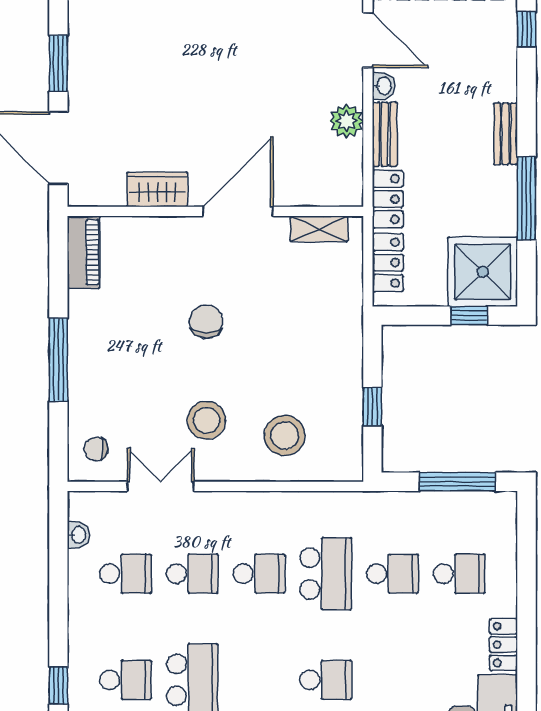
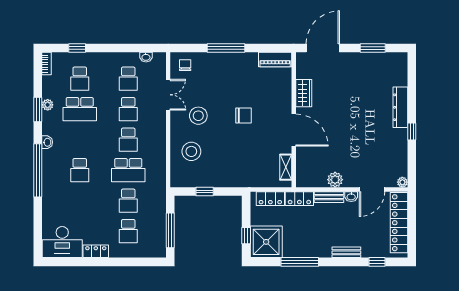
window: (58, 63) -> (373, 48), moved
bench: (506, 134) -> (346, 252), moved

